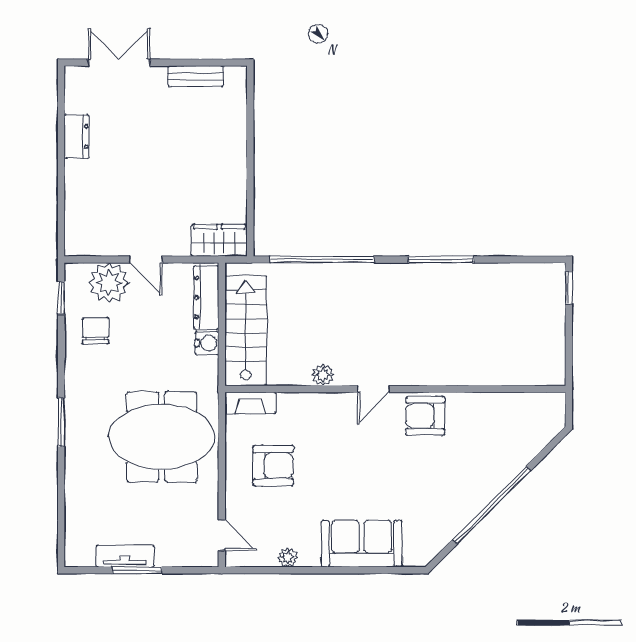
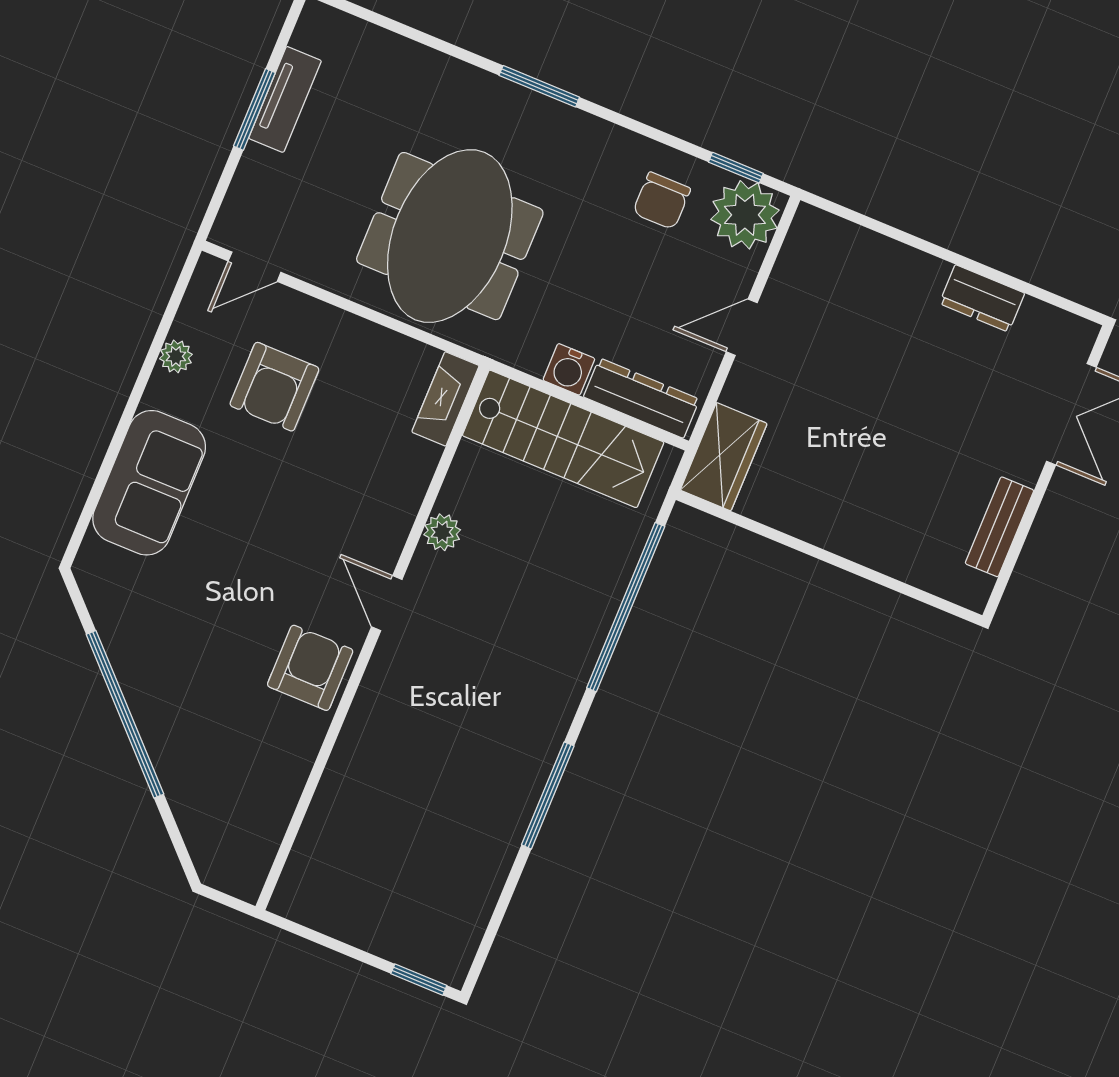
plant: (109, 283) -> (745, 215), moved
chair: (95, 331) -> (662, 201), turned 90
armchair: (273, 466) -> (274, 387), moved

